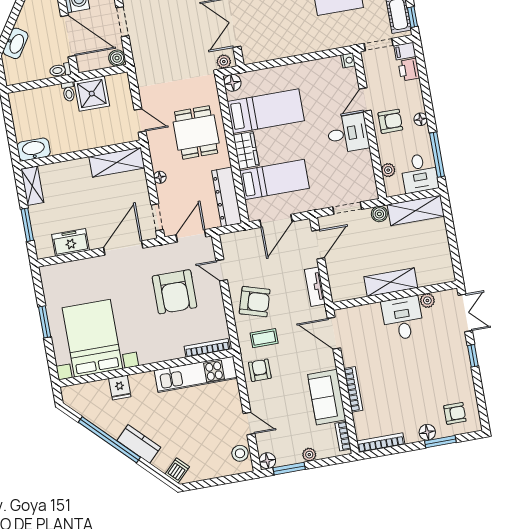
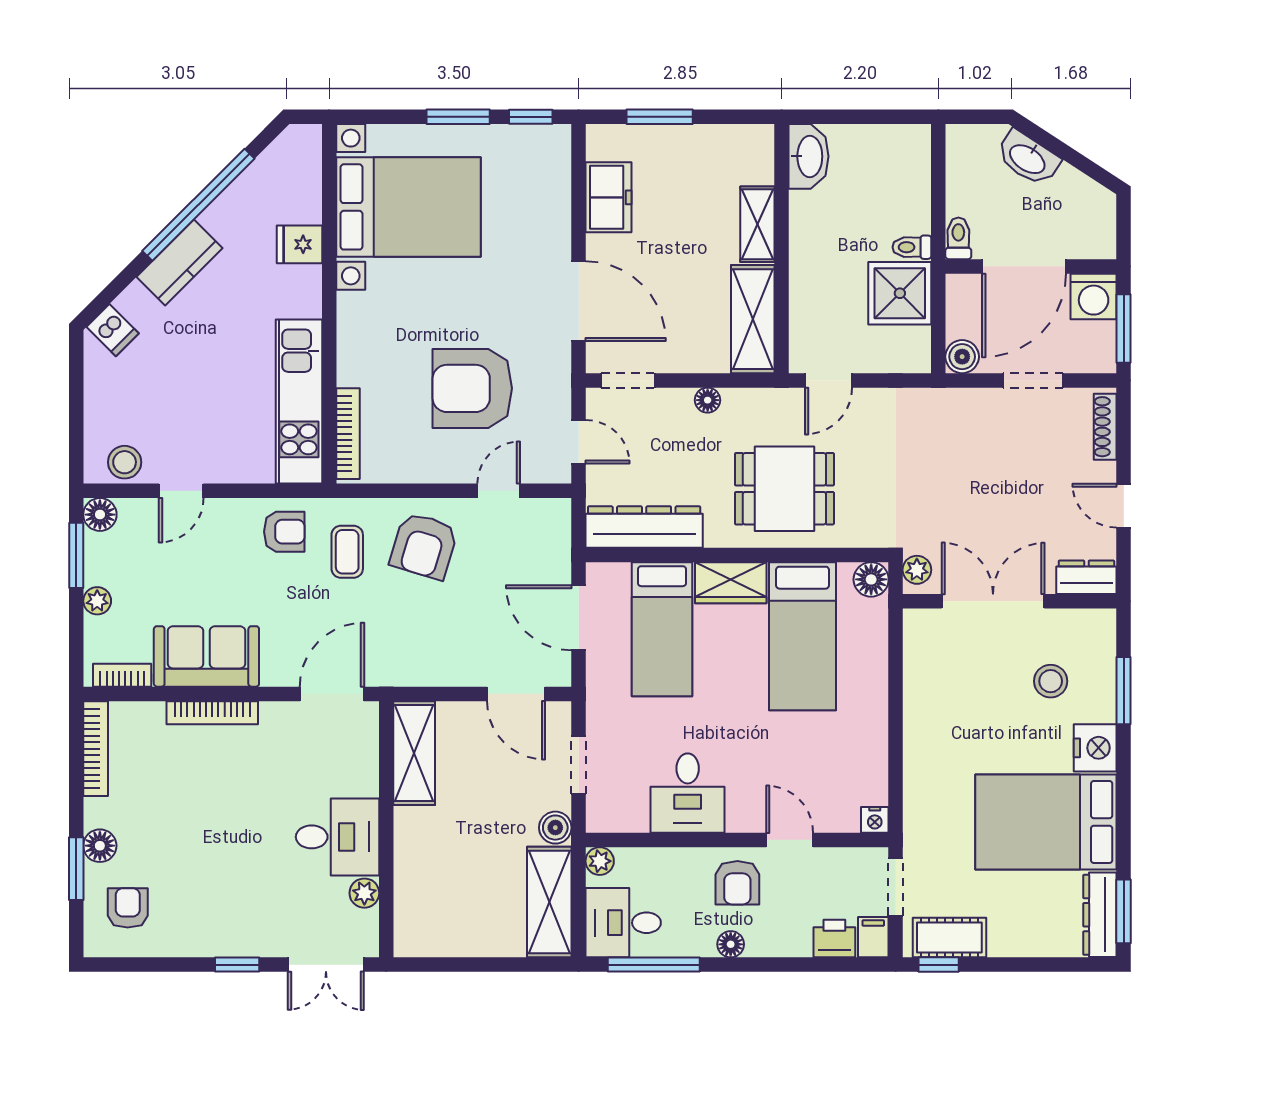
desk: (348, 133) -> (688, 793), moved
plant: (388, 170) -> (600, 861), moved
shelving: (32, 186) -> (757, 224), moved, turned 90
door: (191, 236) -> (579, 442), width x0.73
shelving: (391, 282) -> (414, 753), moved
window: (38, 287) -> (531, 117), added
tv unit: (315, 287) -> (432, 672), removed
armchair: (455, 413) -> (128, 908), turned 180

